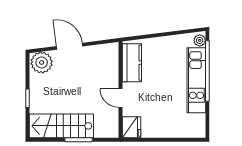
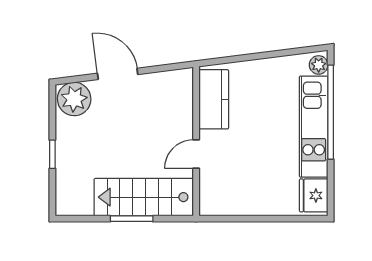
door: (120, 98) -> (196, 154), hinge flipped
stairs: (61, 126) -> (144, 197), moved
fridge: (131, 127) -> (314, 195), moved, turned 180

